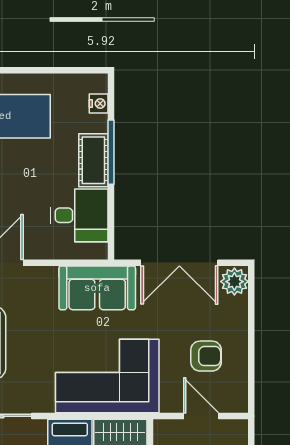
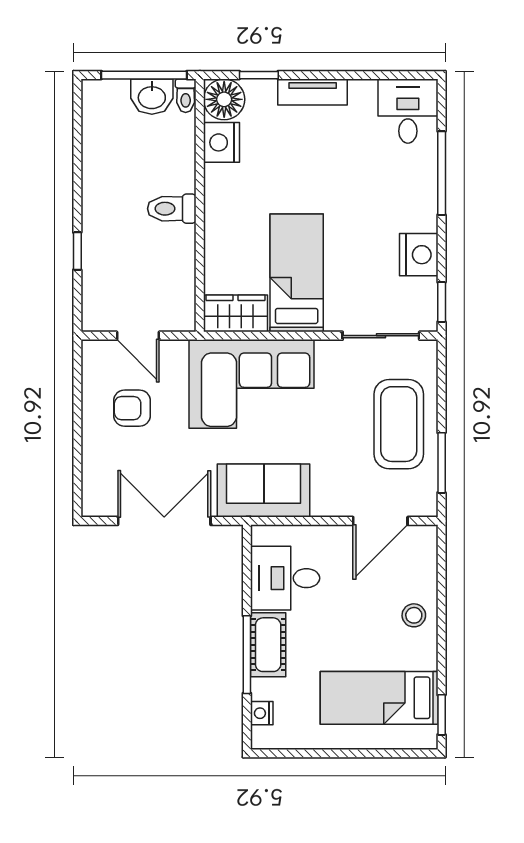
plant: (234, 282) -> (98, 498), removed

